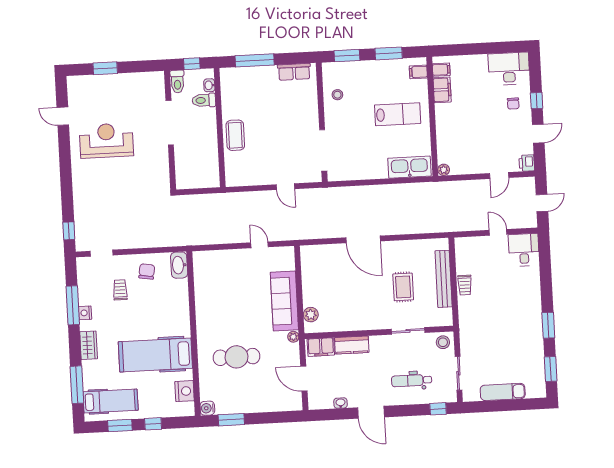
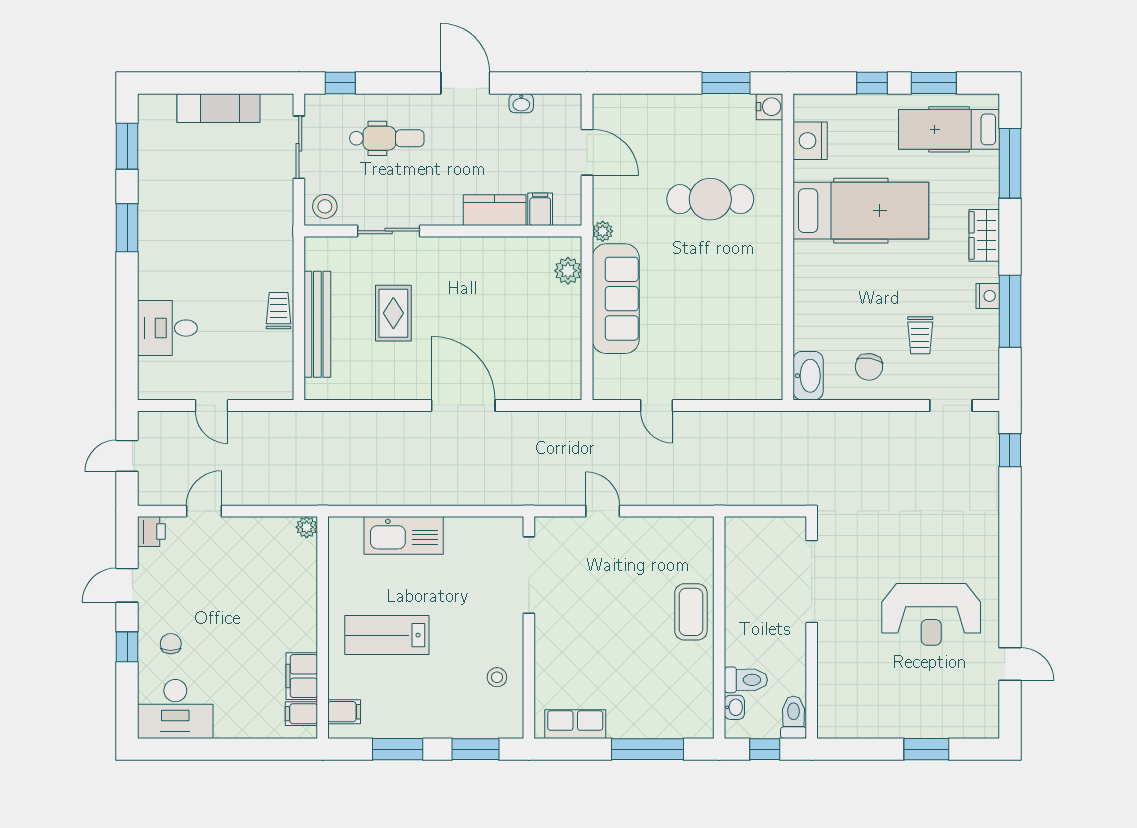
doorway: (170, 123) -> (812, 581), moved
kitchen sink: (409, 167) -> (404, 535), moved
desk: (524, 250) -> (167, 328), moved, turned 90
filing cabinet: (321, 347) -> (540, 209), width x0.50

